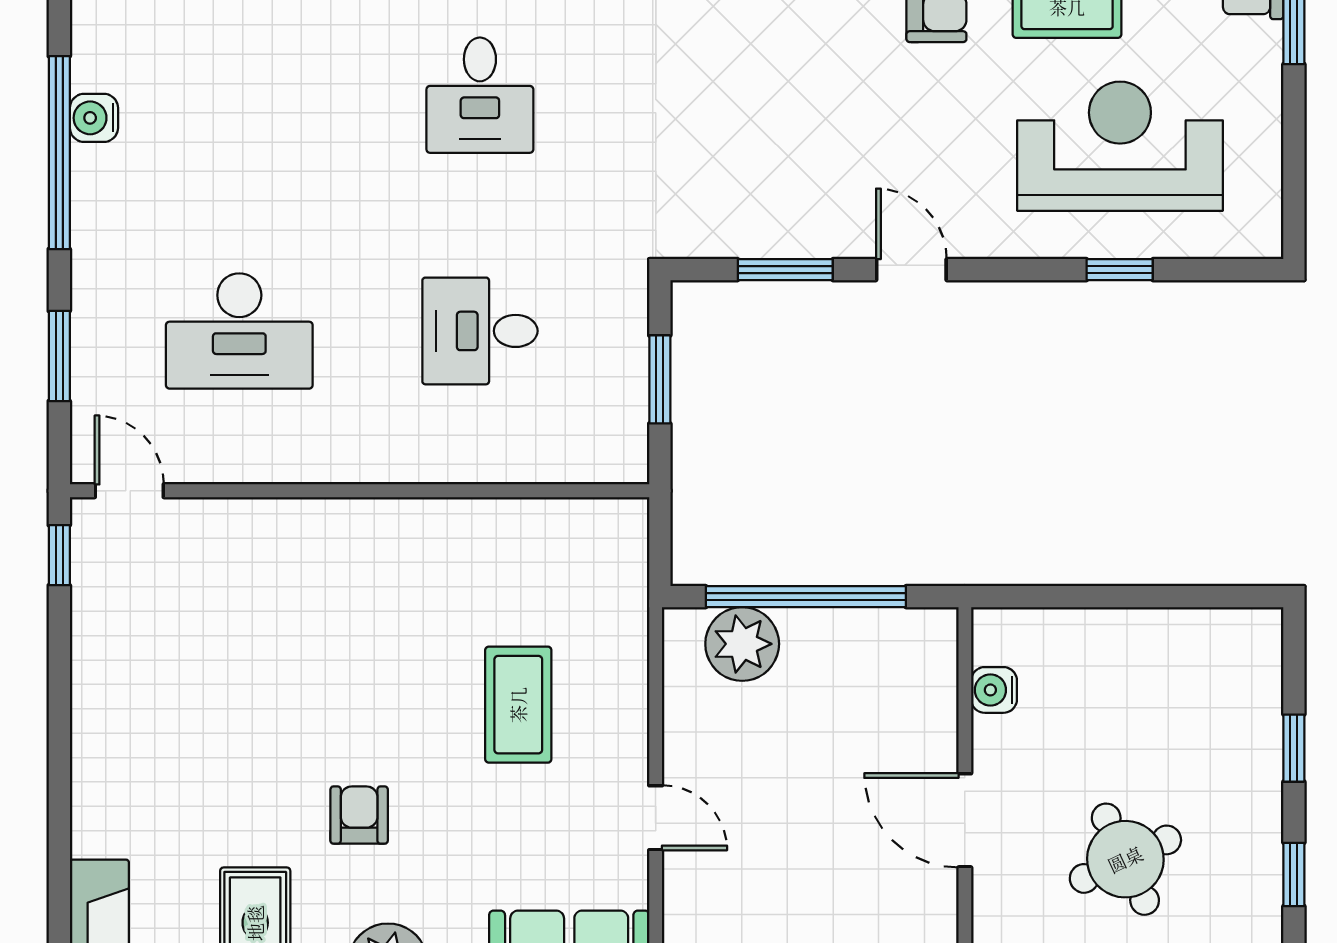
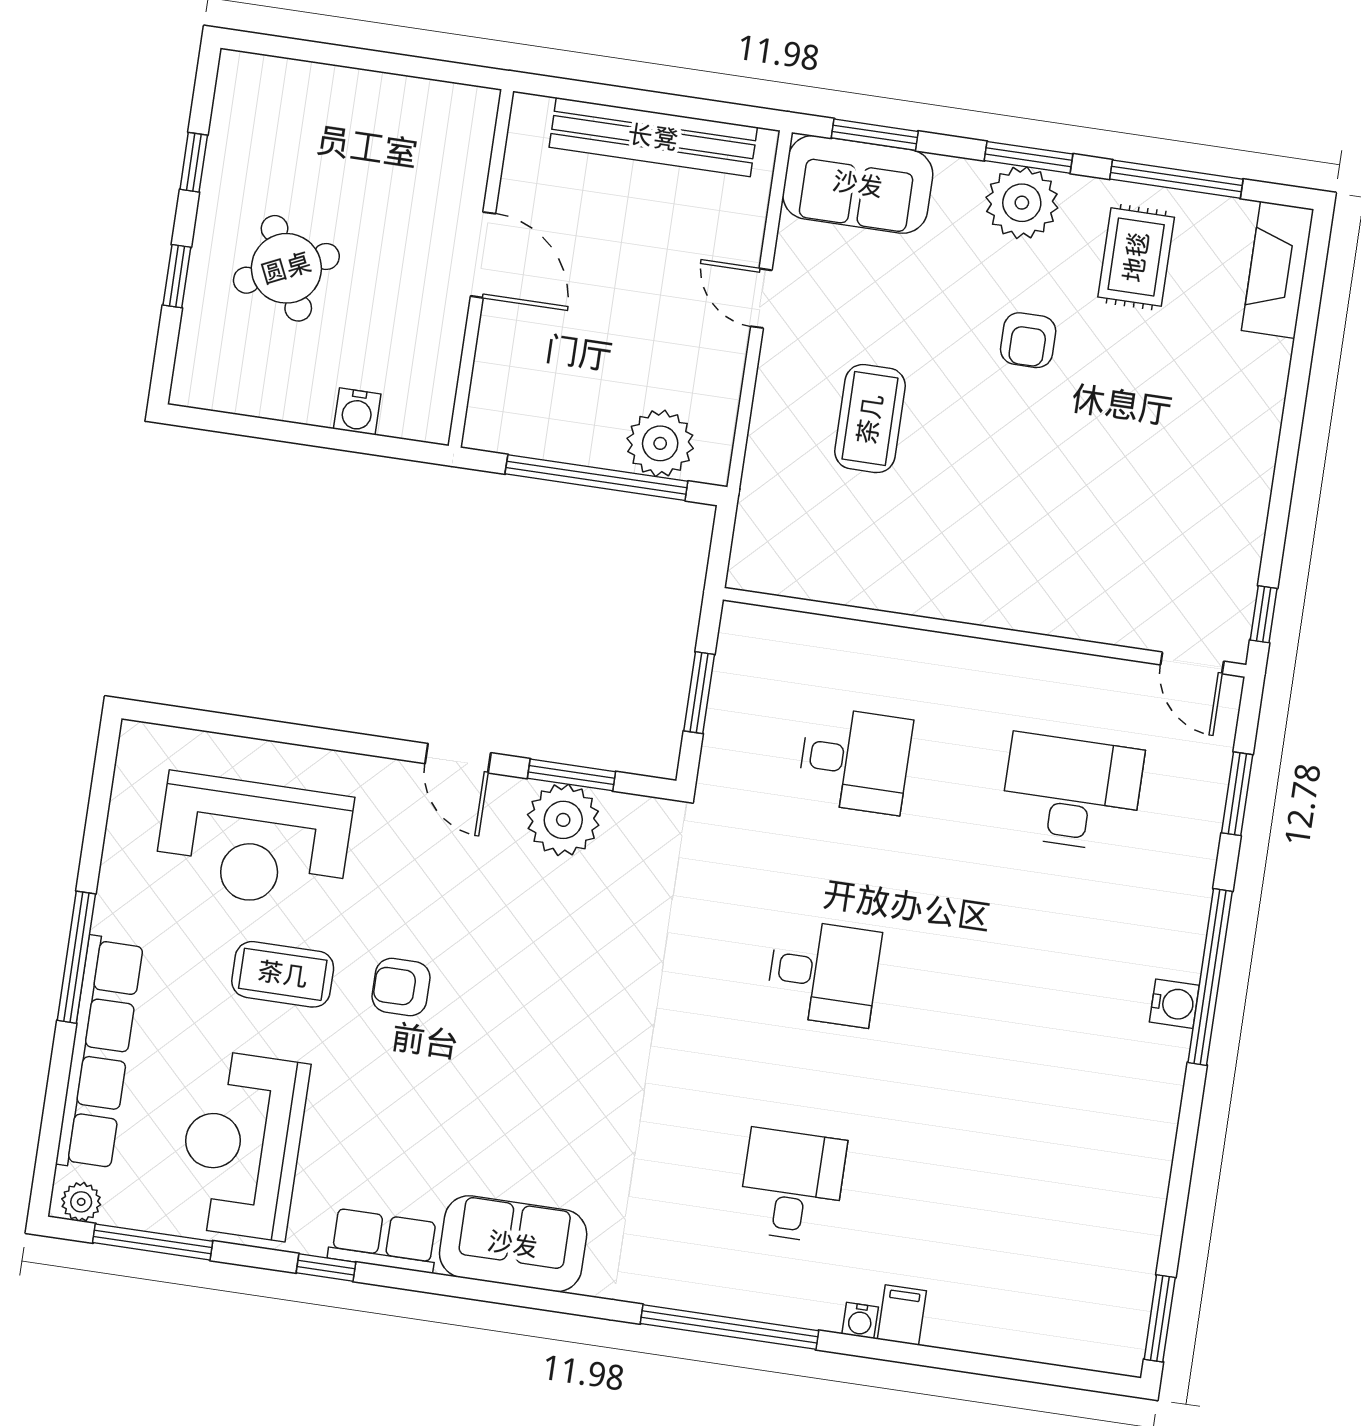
desk: (480, 95) -> (823, 973), turned 90
plant: (787, 219) -> (563, 820), added
window: (1120, 270) -> (270, 730), removed
water cooler: (994, 690) -> (357, 411), moved, turned 90
round table: (1125, 859) -> (286, 268), moved

